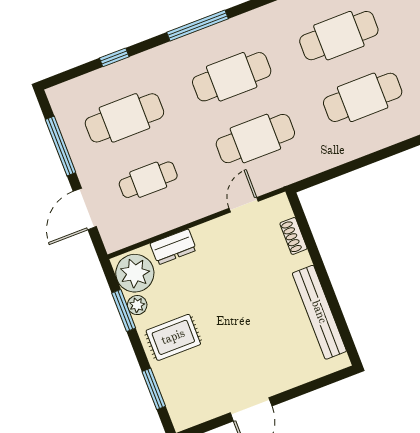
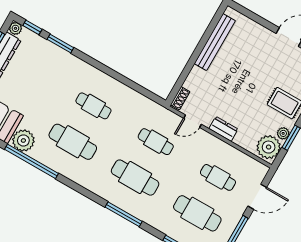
cafe table: (363, 97) -> (93, 106), width x0.73, depth x0.74
cafe table: (255, 139) -> (156, 142), width x0.73, depth x0.74
shoe rack: (294, 236) -> (180, 98), moved
dresser: (173, 247) -> (223, 129), moved

